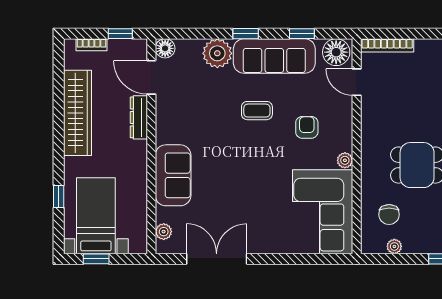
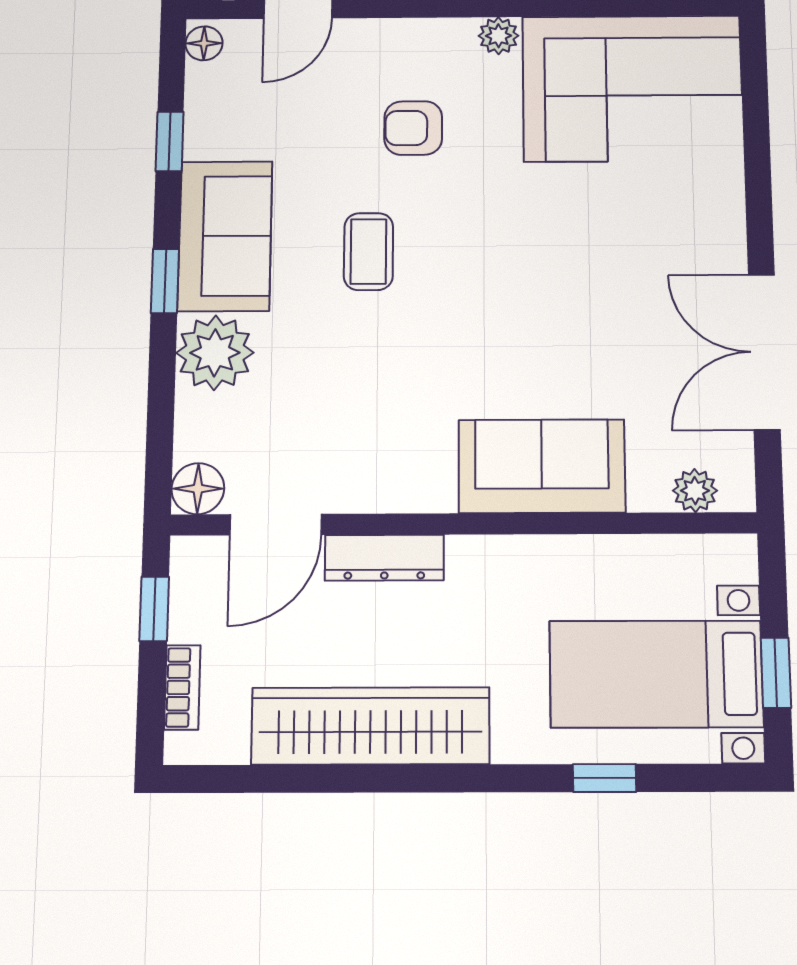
floor lamp: (336, 52) -> (204, 43), width x0.53, depth x0.53
sofa: (274, 56) -> (225, 236), width x0.73

